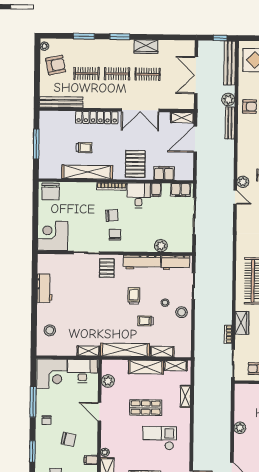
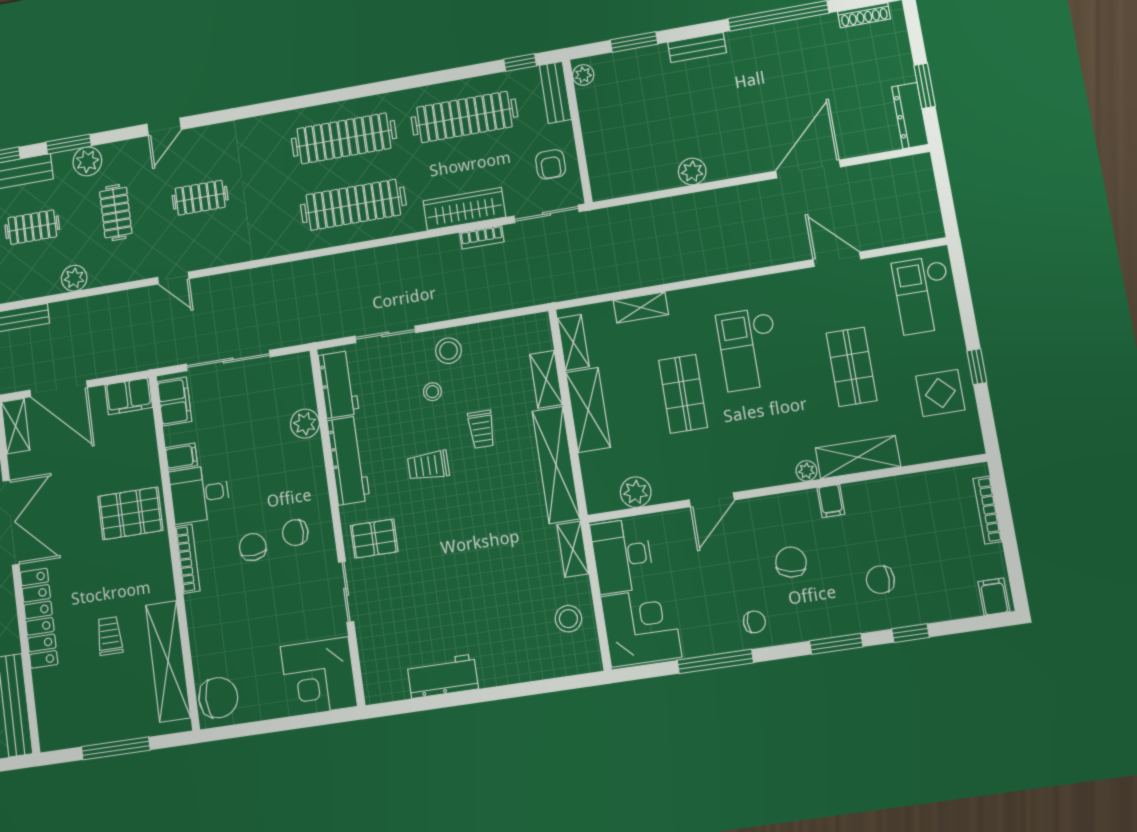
shelving: (87, 172) -> (168, 661), moved
filing cabinet: (164, 173) -> (129, 396), moved, turned -90
plant: (243, 182) -> (74, 278), moved
door: (235, 197) -> (173, 278), swing flipped
wardrobe: (242, 323) -> (464, 209), width x1.50
stool: (50, 330) -> (568, 619), moved

